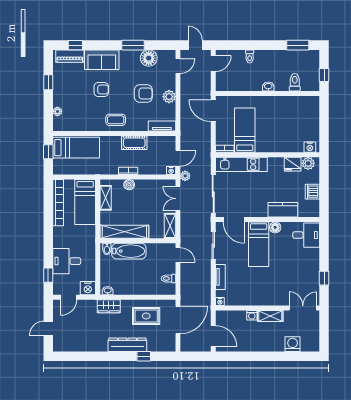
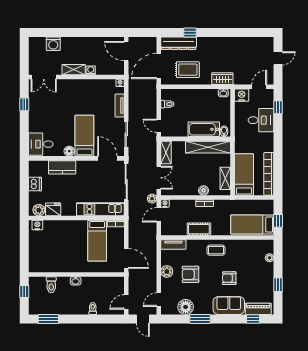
dresser: (127, 345) -> (179, 43), moved

